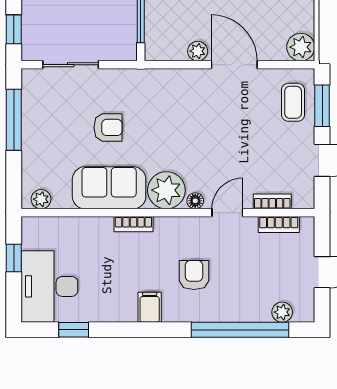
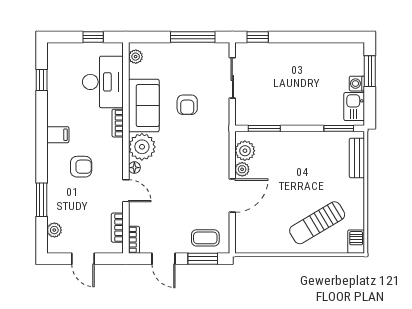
plant: (301, 47) -> (245, 151), moved
bookcase: (272, 201) -> (134, 240), moved
desk: (49, 286) -> (103, 82), moved, turned 90
window: (240, 330) -> (42, 200), width x0.47

